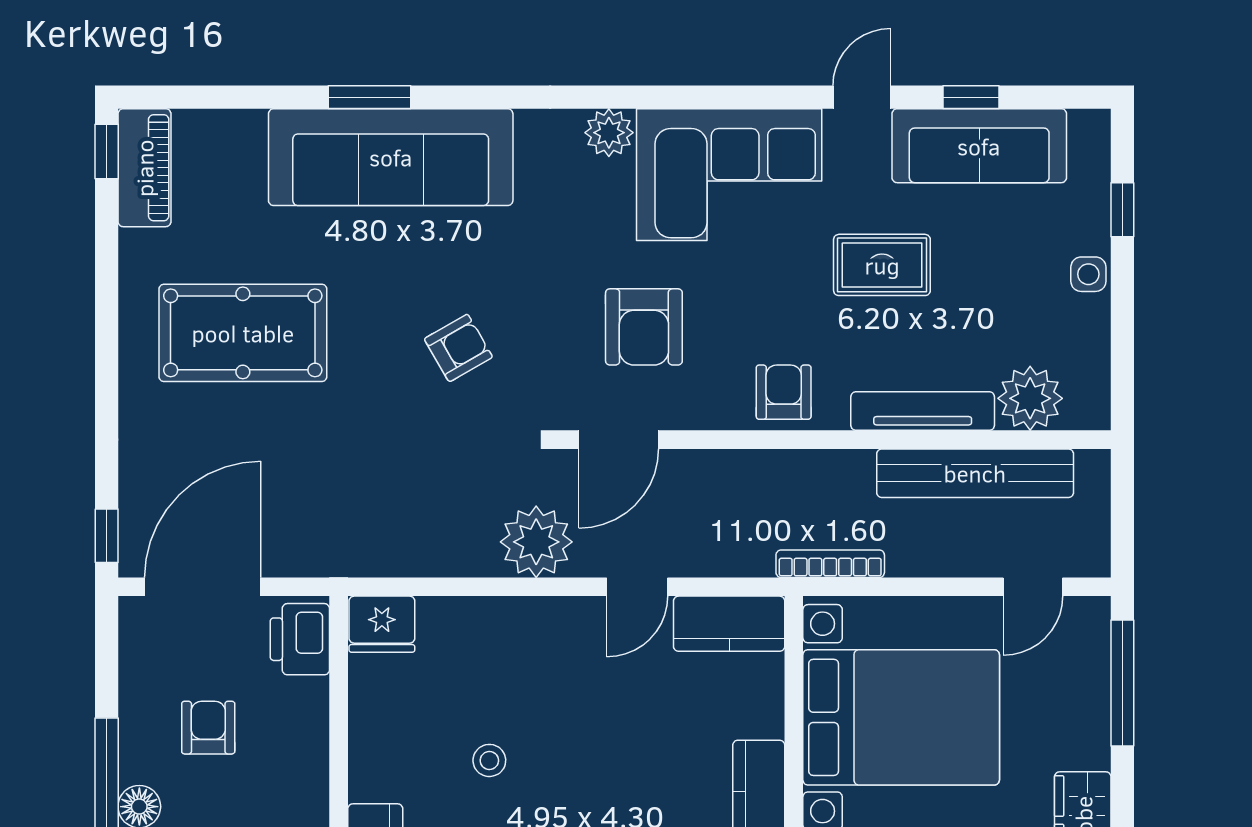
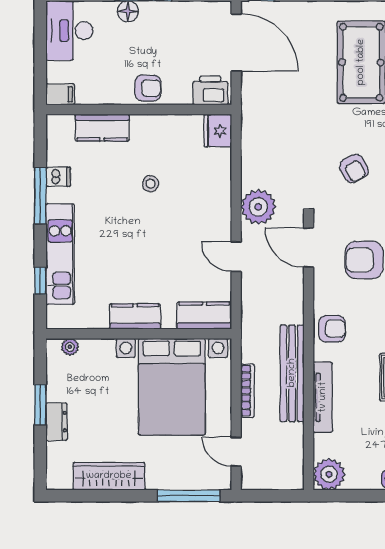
plant: (1030, 398) -> (329, 474), moved
bench: (975, 473) -> (292, 373), moved
bookcase: (830, 564) -> (248, 391), moved
kitchen counter: (729, 624) -> (204, 316), moved, turned 90
armchair: (208, 728) -> (148, 88), moved

